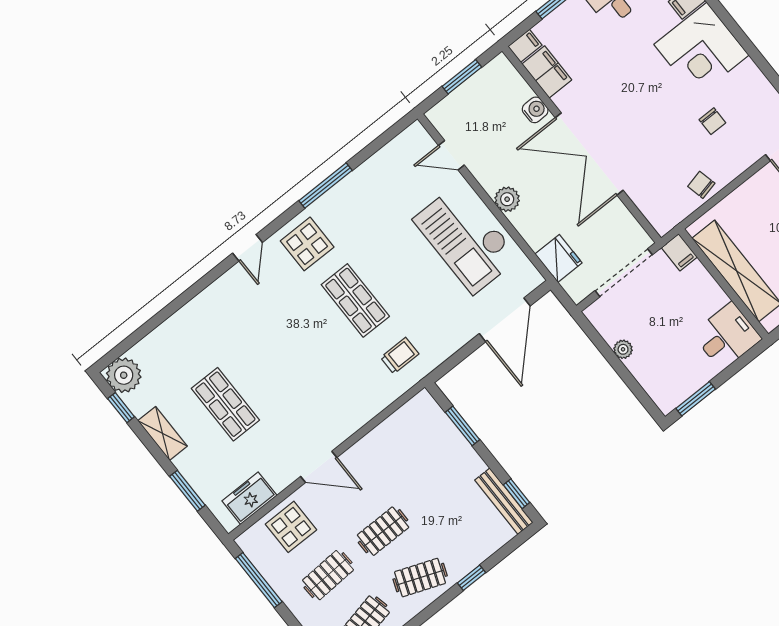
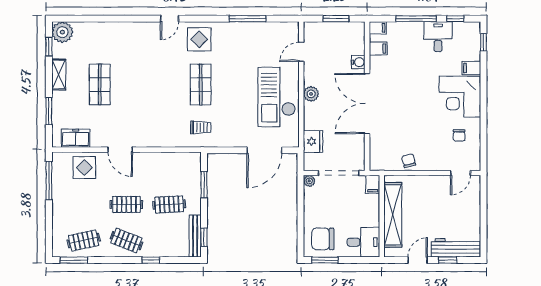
filing cabinet: (547, 72) -> (378, 49), width x0.50
chair: (712, 121) -> (459, 135), moved
door: (451, 155) -> (301, 52), hinge flipped
window: (326, 186) -> (248, 19), moved
plant: (623, 349) -> (309, 181), moved
chair: (671, 374) -> (323, 239), added
clothes rail: (328, 575) -> (169, 204), moved

